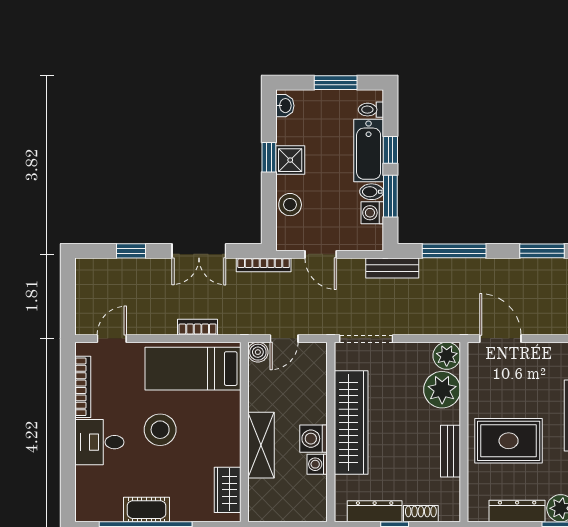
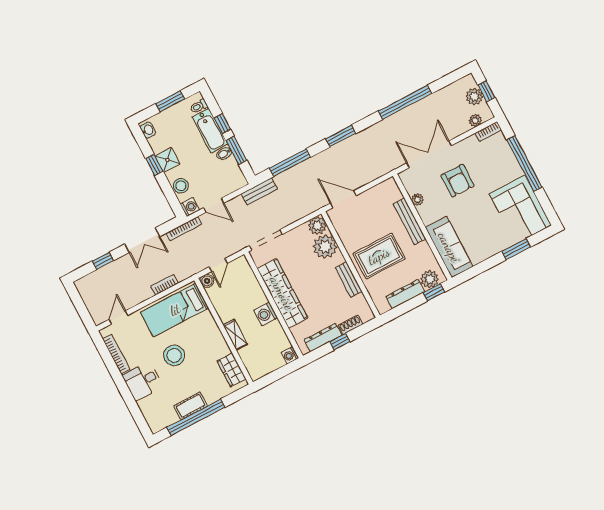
washing machine: (372, 213) -> (190, 207), moved, turned 180
shelving: (261, 445) -> (235, 335), width x0.67, depth x0.75
washing machine: (317, 464) -> (290, 355), moved

